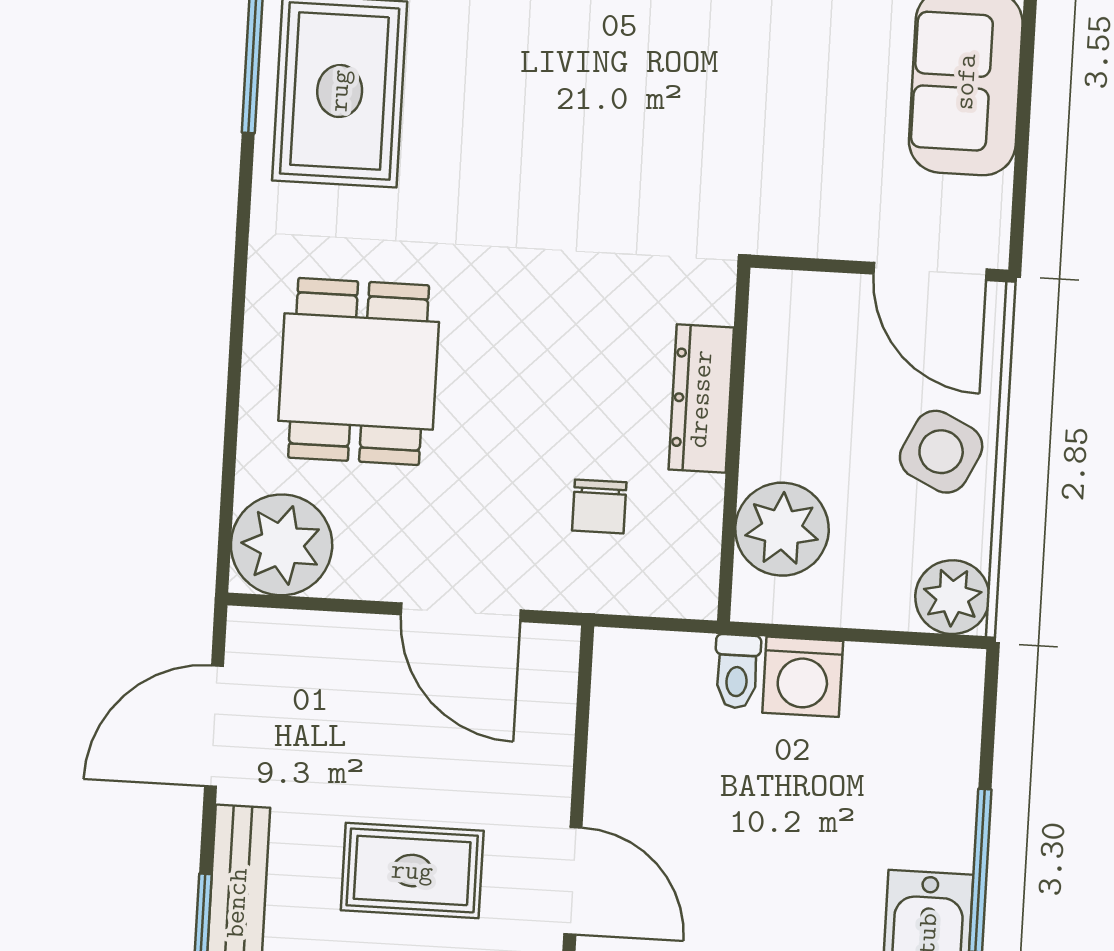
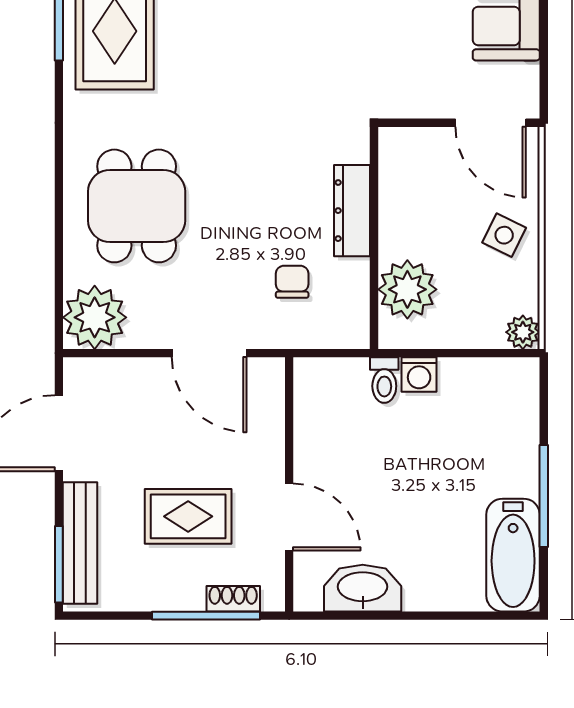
side table: (941, 452) -> (504, 235), width x0.73, depth x0.73
chair: (599, 506) -> (292, 282), turned 180
plant: (952, 597) -> (523, 332), width x0.73, depth x0.73
washing machine: (803, 677) -> (419, 375), width x0.73, depth x0.73

